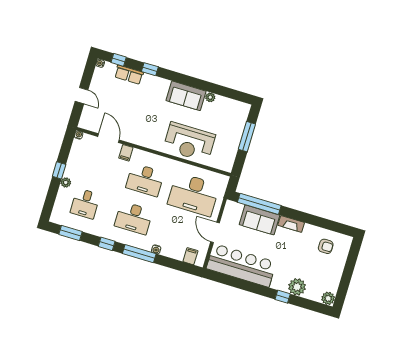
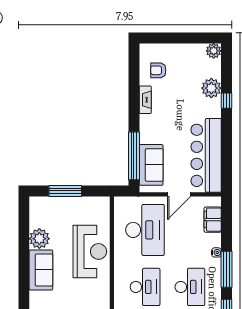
plant: (210, 97) -> (39, 239), width x1.87, depth x1.87
sofa: (259, 220) -> (151, 165), moved
fireplace: (291, 224) -> (145, 100), moved
armchair: (326, 246) -> (158, 70), turned -90
filing cabinet: (190, 256) -> (213, 220), width x2.00

